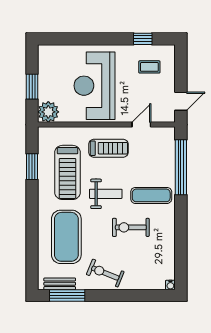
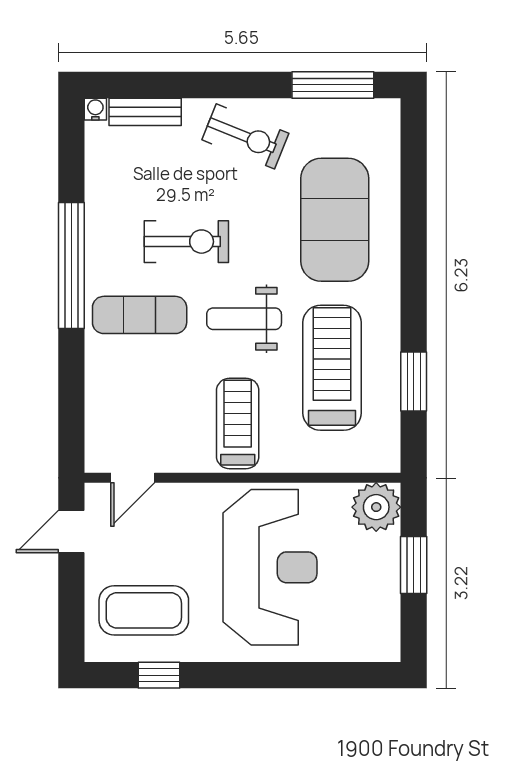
coffee table: (149, 67) -> (144, 610), width x1.86, depth x1.72
door: (141, 125) -> (133, 478), moved
treadmill: (109, 148) -> (238, 424), turned 90
window: (181, 167) -> (71, 266), moved
bench: (60, 284) -> (145, 112), moved

